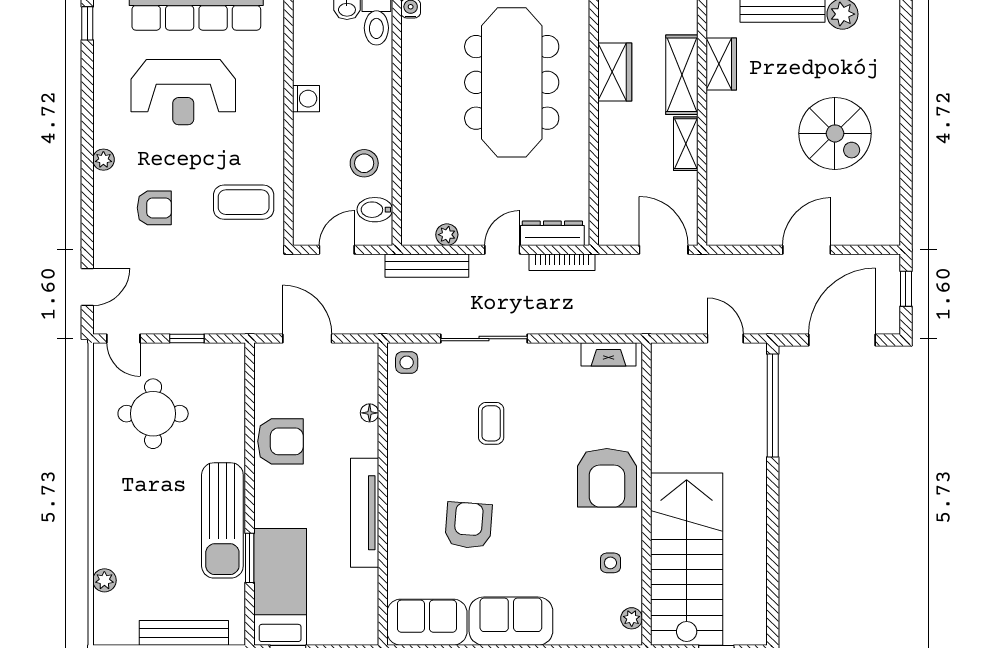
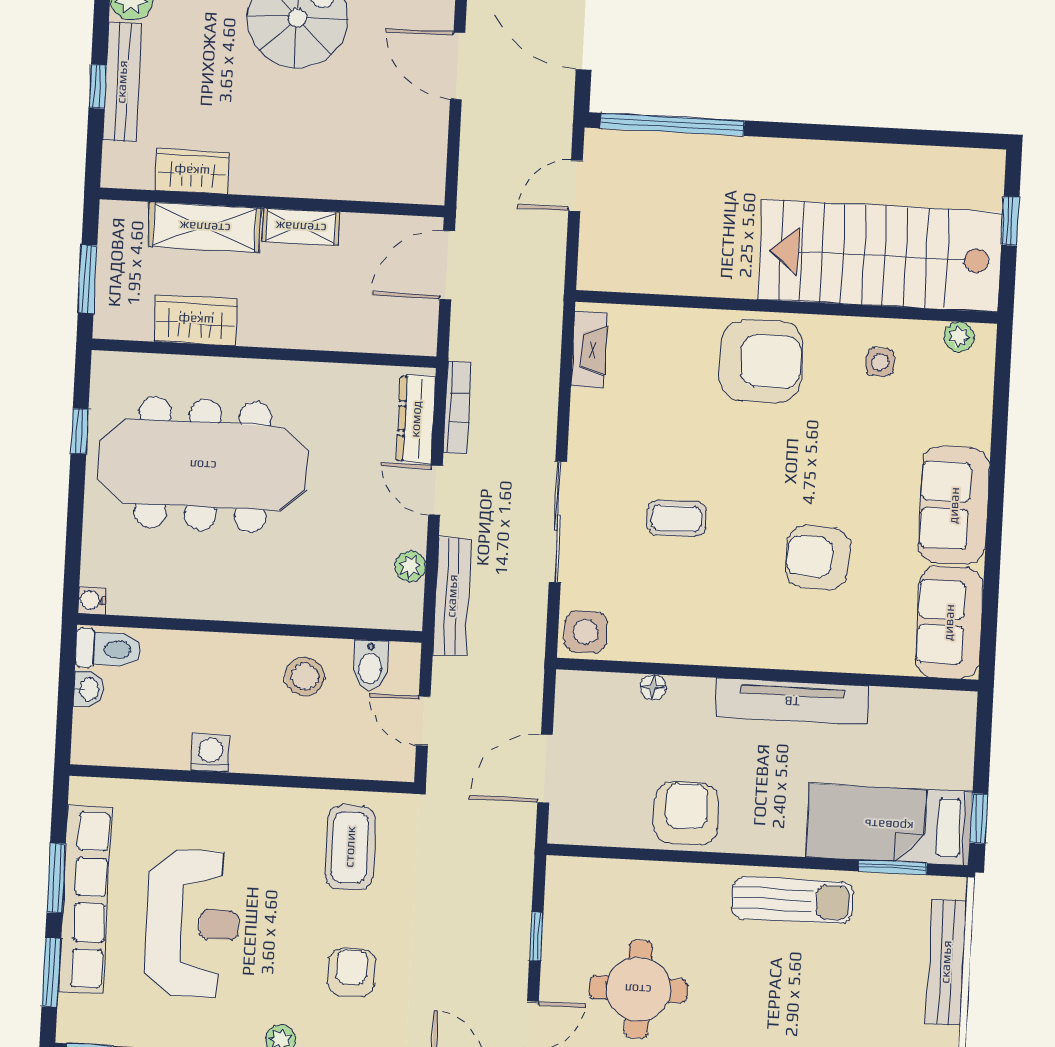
side table: (407, 362) -> (586, 632), width x1.37, depth x1.37
sun lounger: (222, 520) -> (792, 900), width x0.73, depth x0.75
window: (250, 558) -> (893, 867), moved

